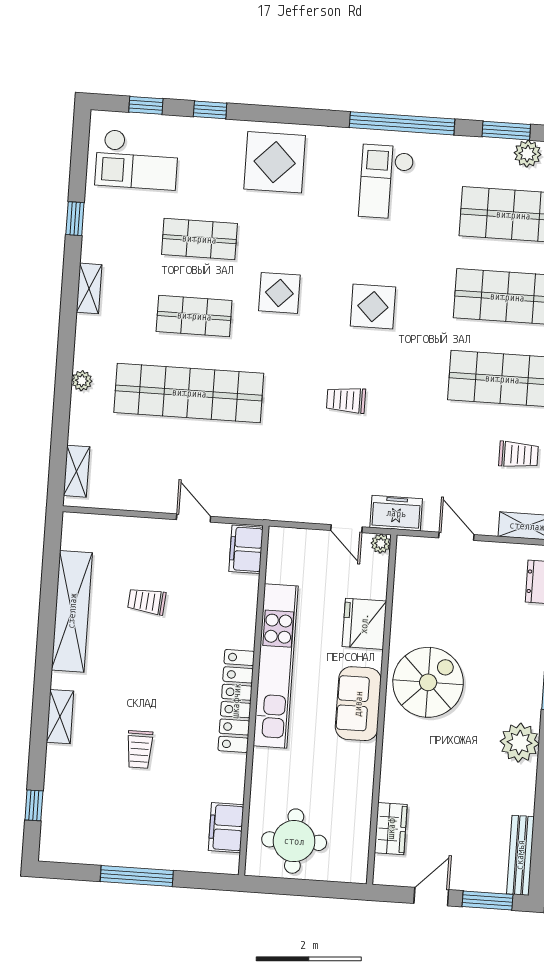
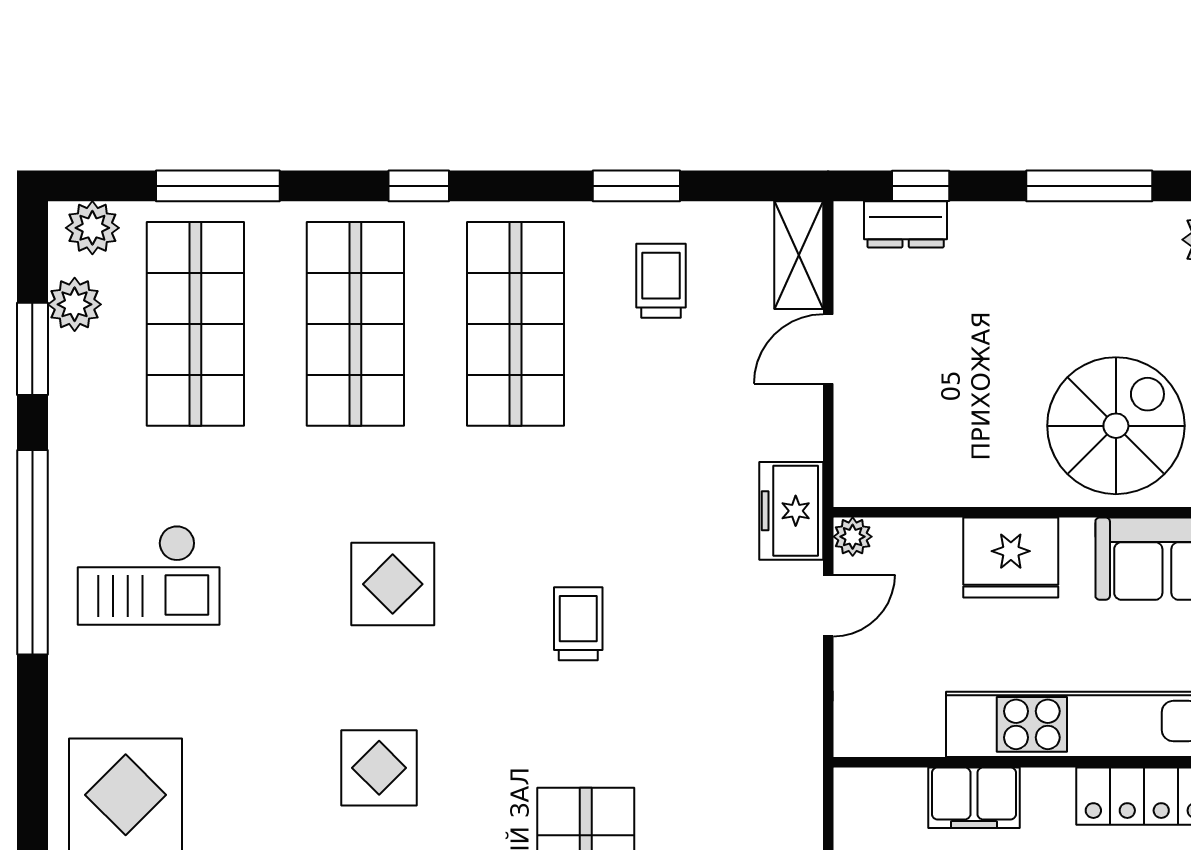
trolley: (346, 400) -> (578, 624), turned 180
door: (456, 536) -> (828, 349), moved
filing cabinet: (246, 549) -> (974, 798), moved
spiral stairs: (428, 682) -> (1116, 426), turned 90

